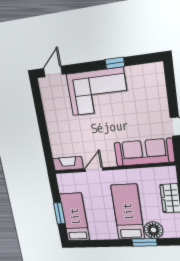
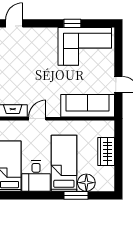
corner sofa: (98, 92) -> (85, 46), moved
desk: (102, 225) -> (36, 176), added

